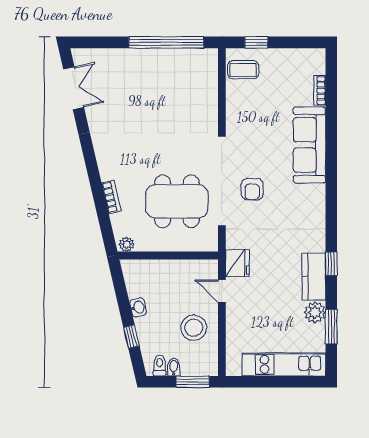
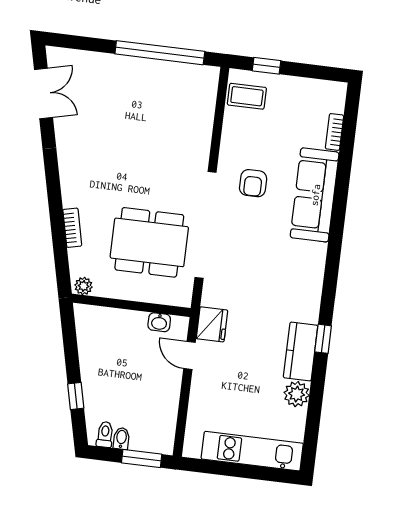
armchair: (252, 189) -> (253, 183), moved
washbasin: (138, 307) -> (159, 322), moved, turned 103
window: (331, 327) -> (314, 413), removed
stool: (194, 328) -> (151, 395), removed

